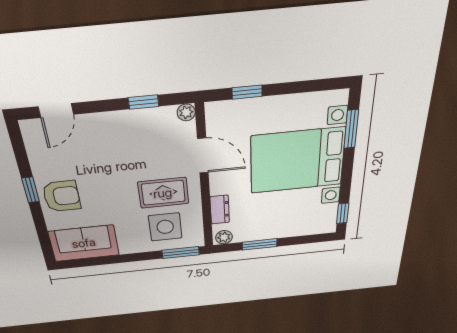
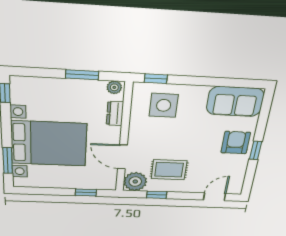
plant: (186, 112) -> (135, 182), width x1.87, depth x1.87
rug: (163, 193) -> (169, 170), moved
armchair: (62, 196) -> (236, 143), turned 90
window: (181, 253) -> (156, 79), width x0.67

